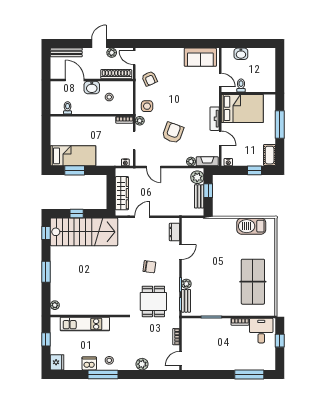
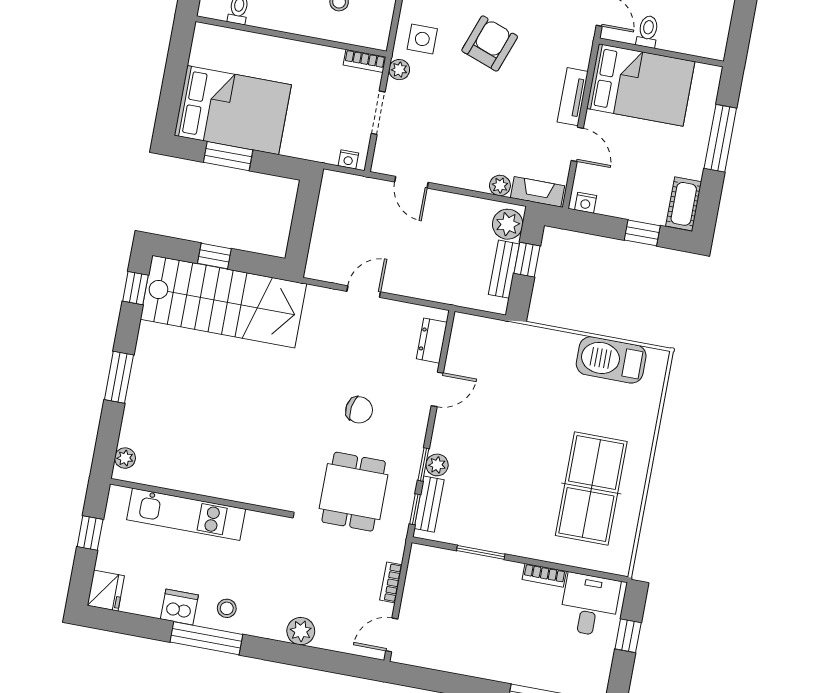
armchair: (173, 133) -> (490, 43), moved
bed: (73, 156) -> (233, 110), width x1.50
wardrobe: (122, 193) -> (327, 229), removed

